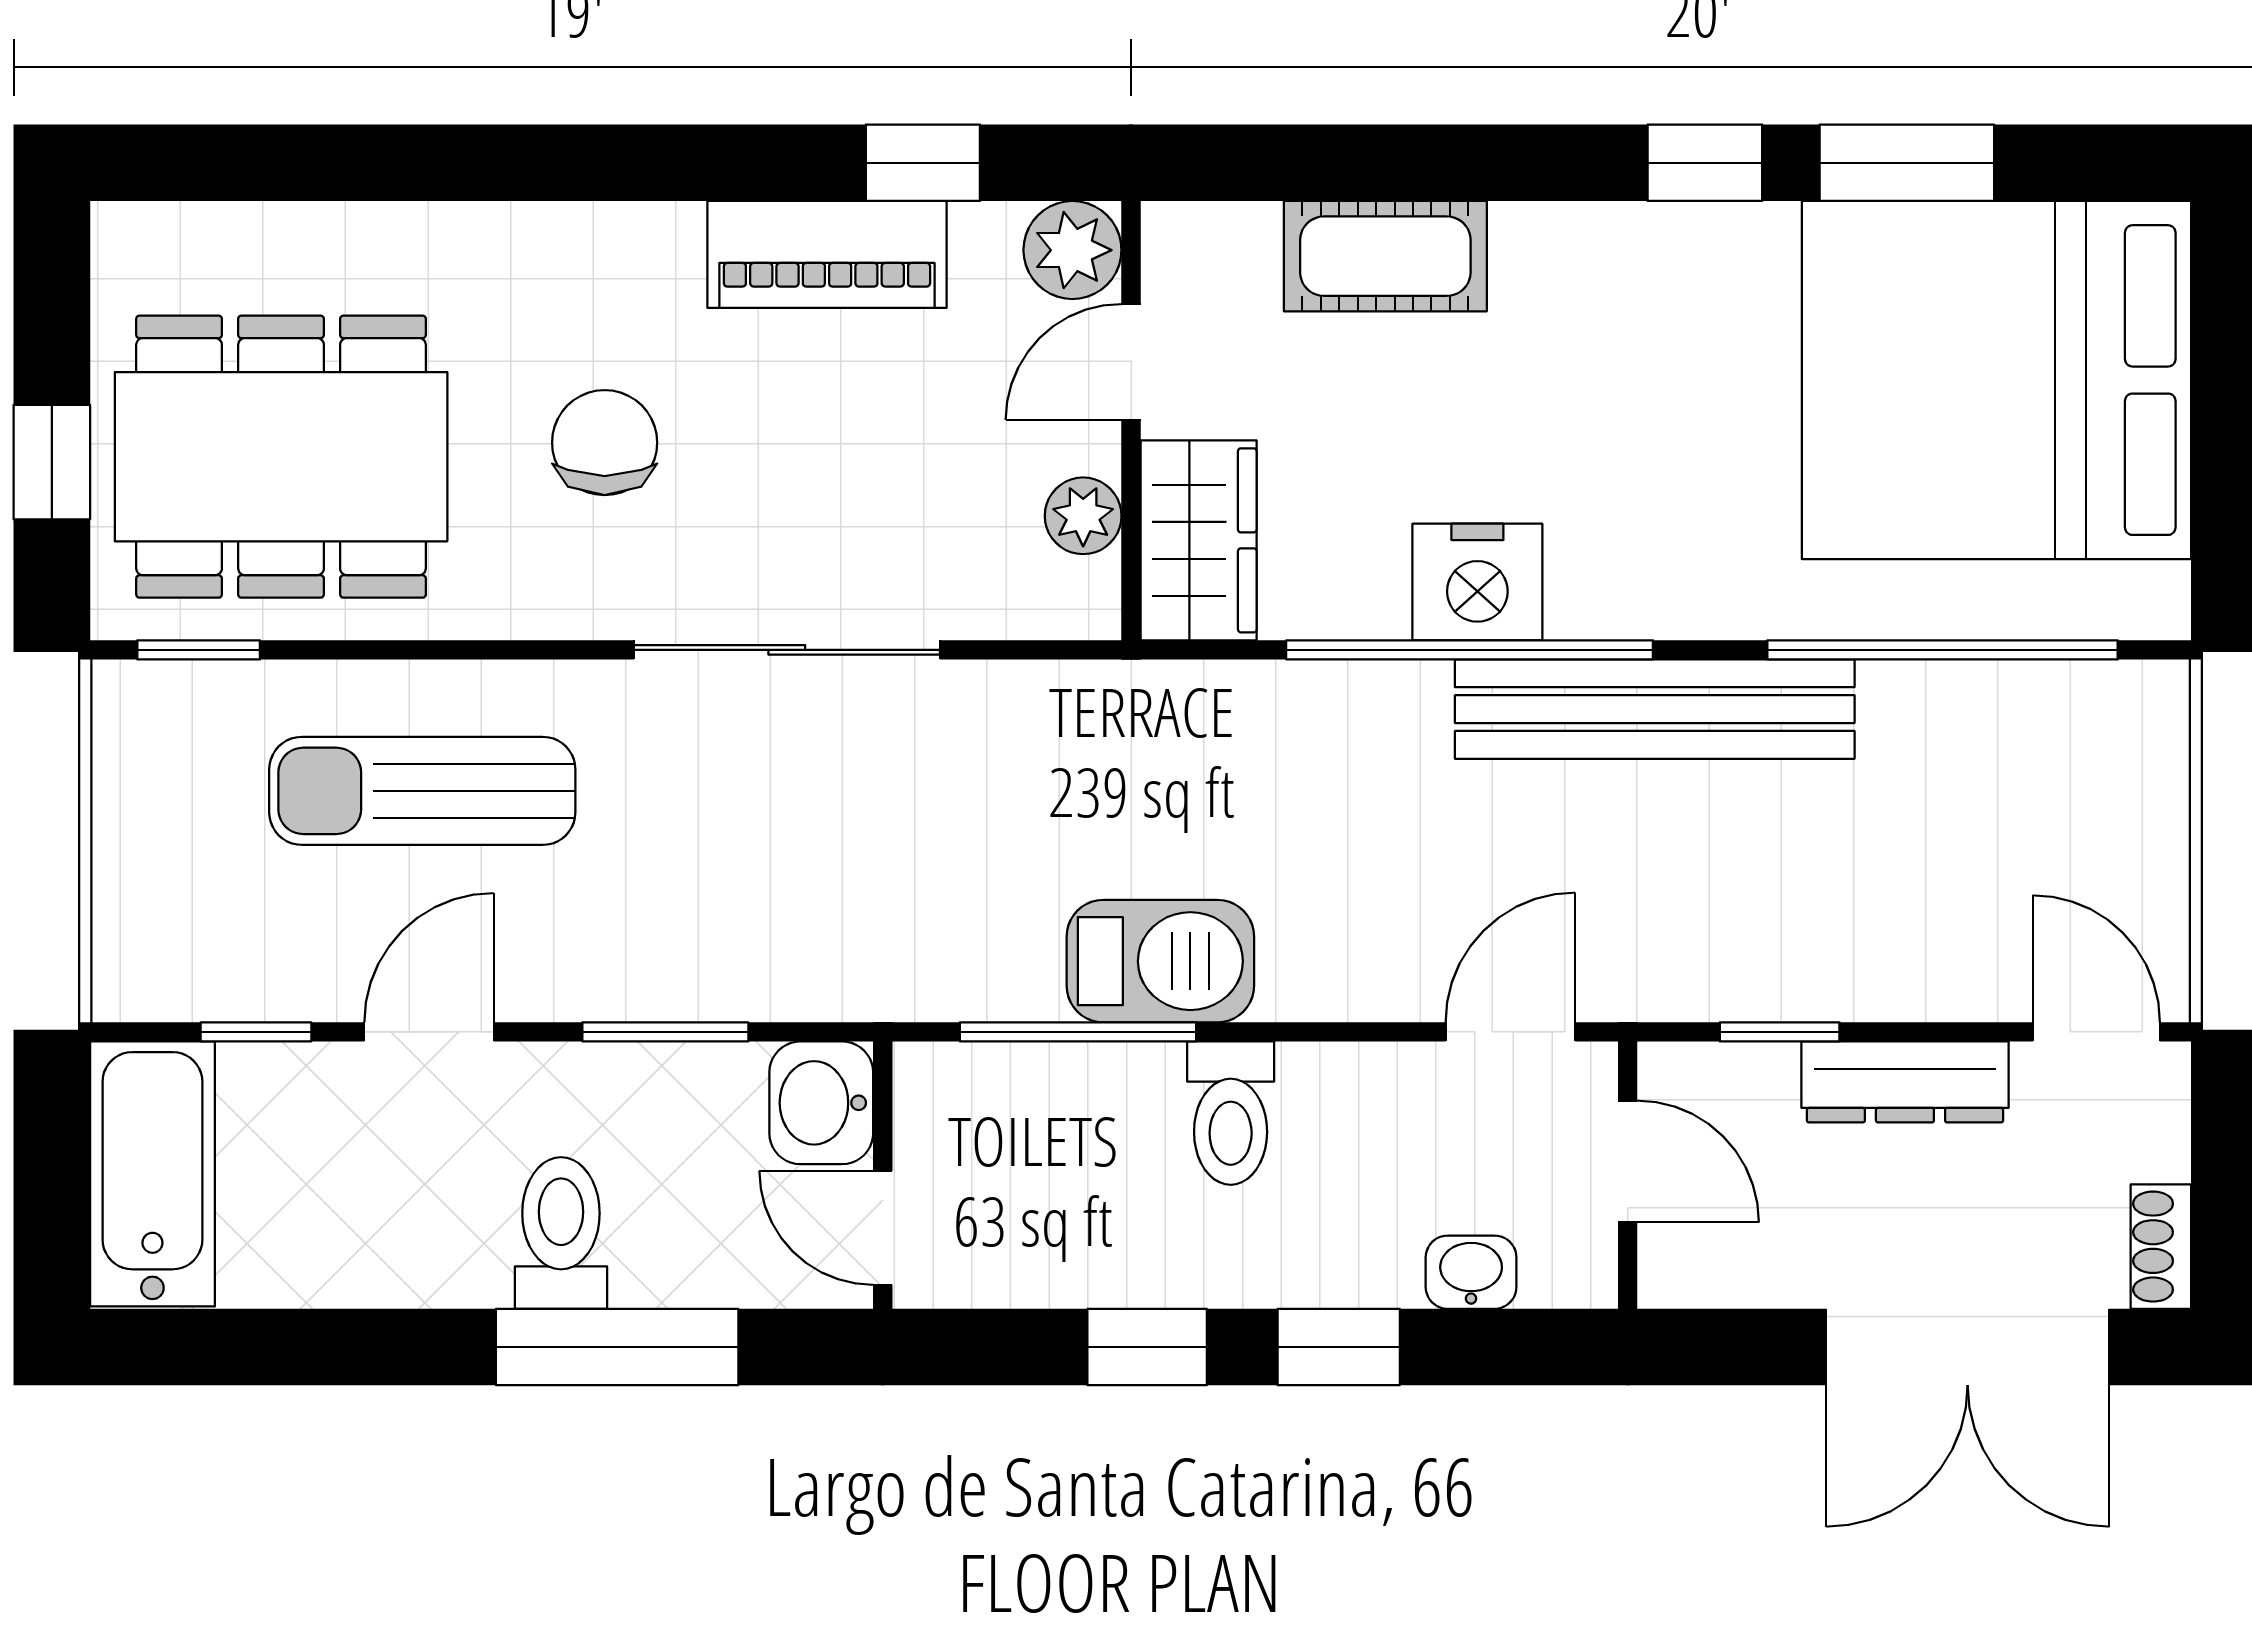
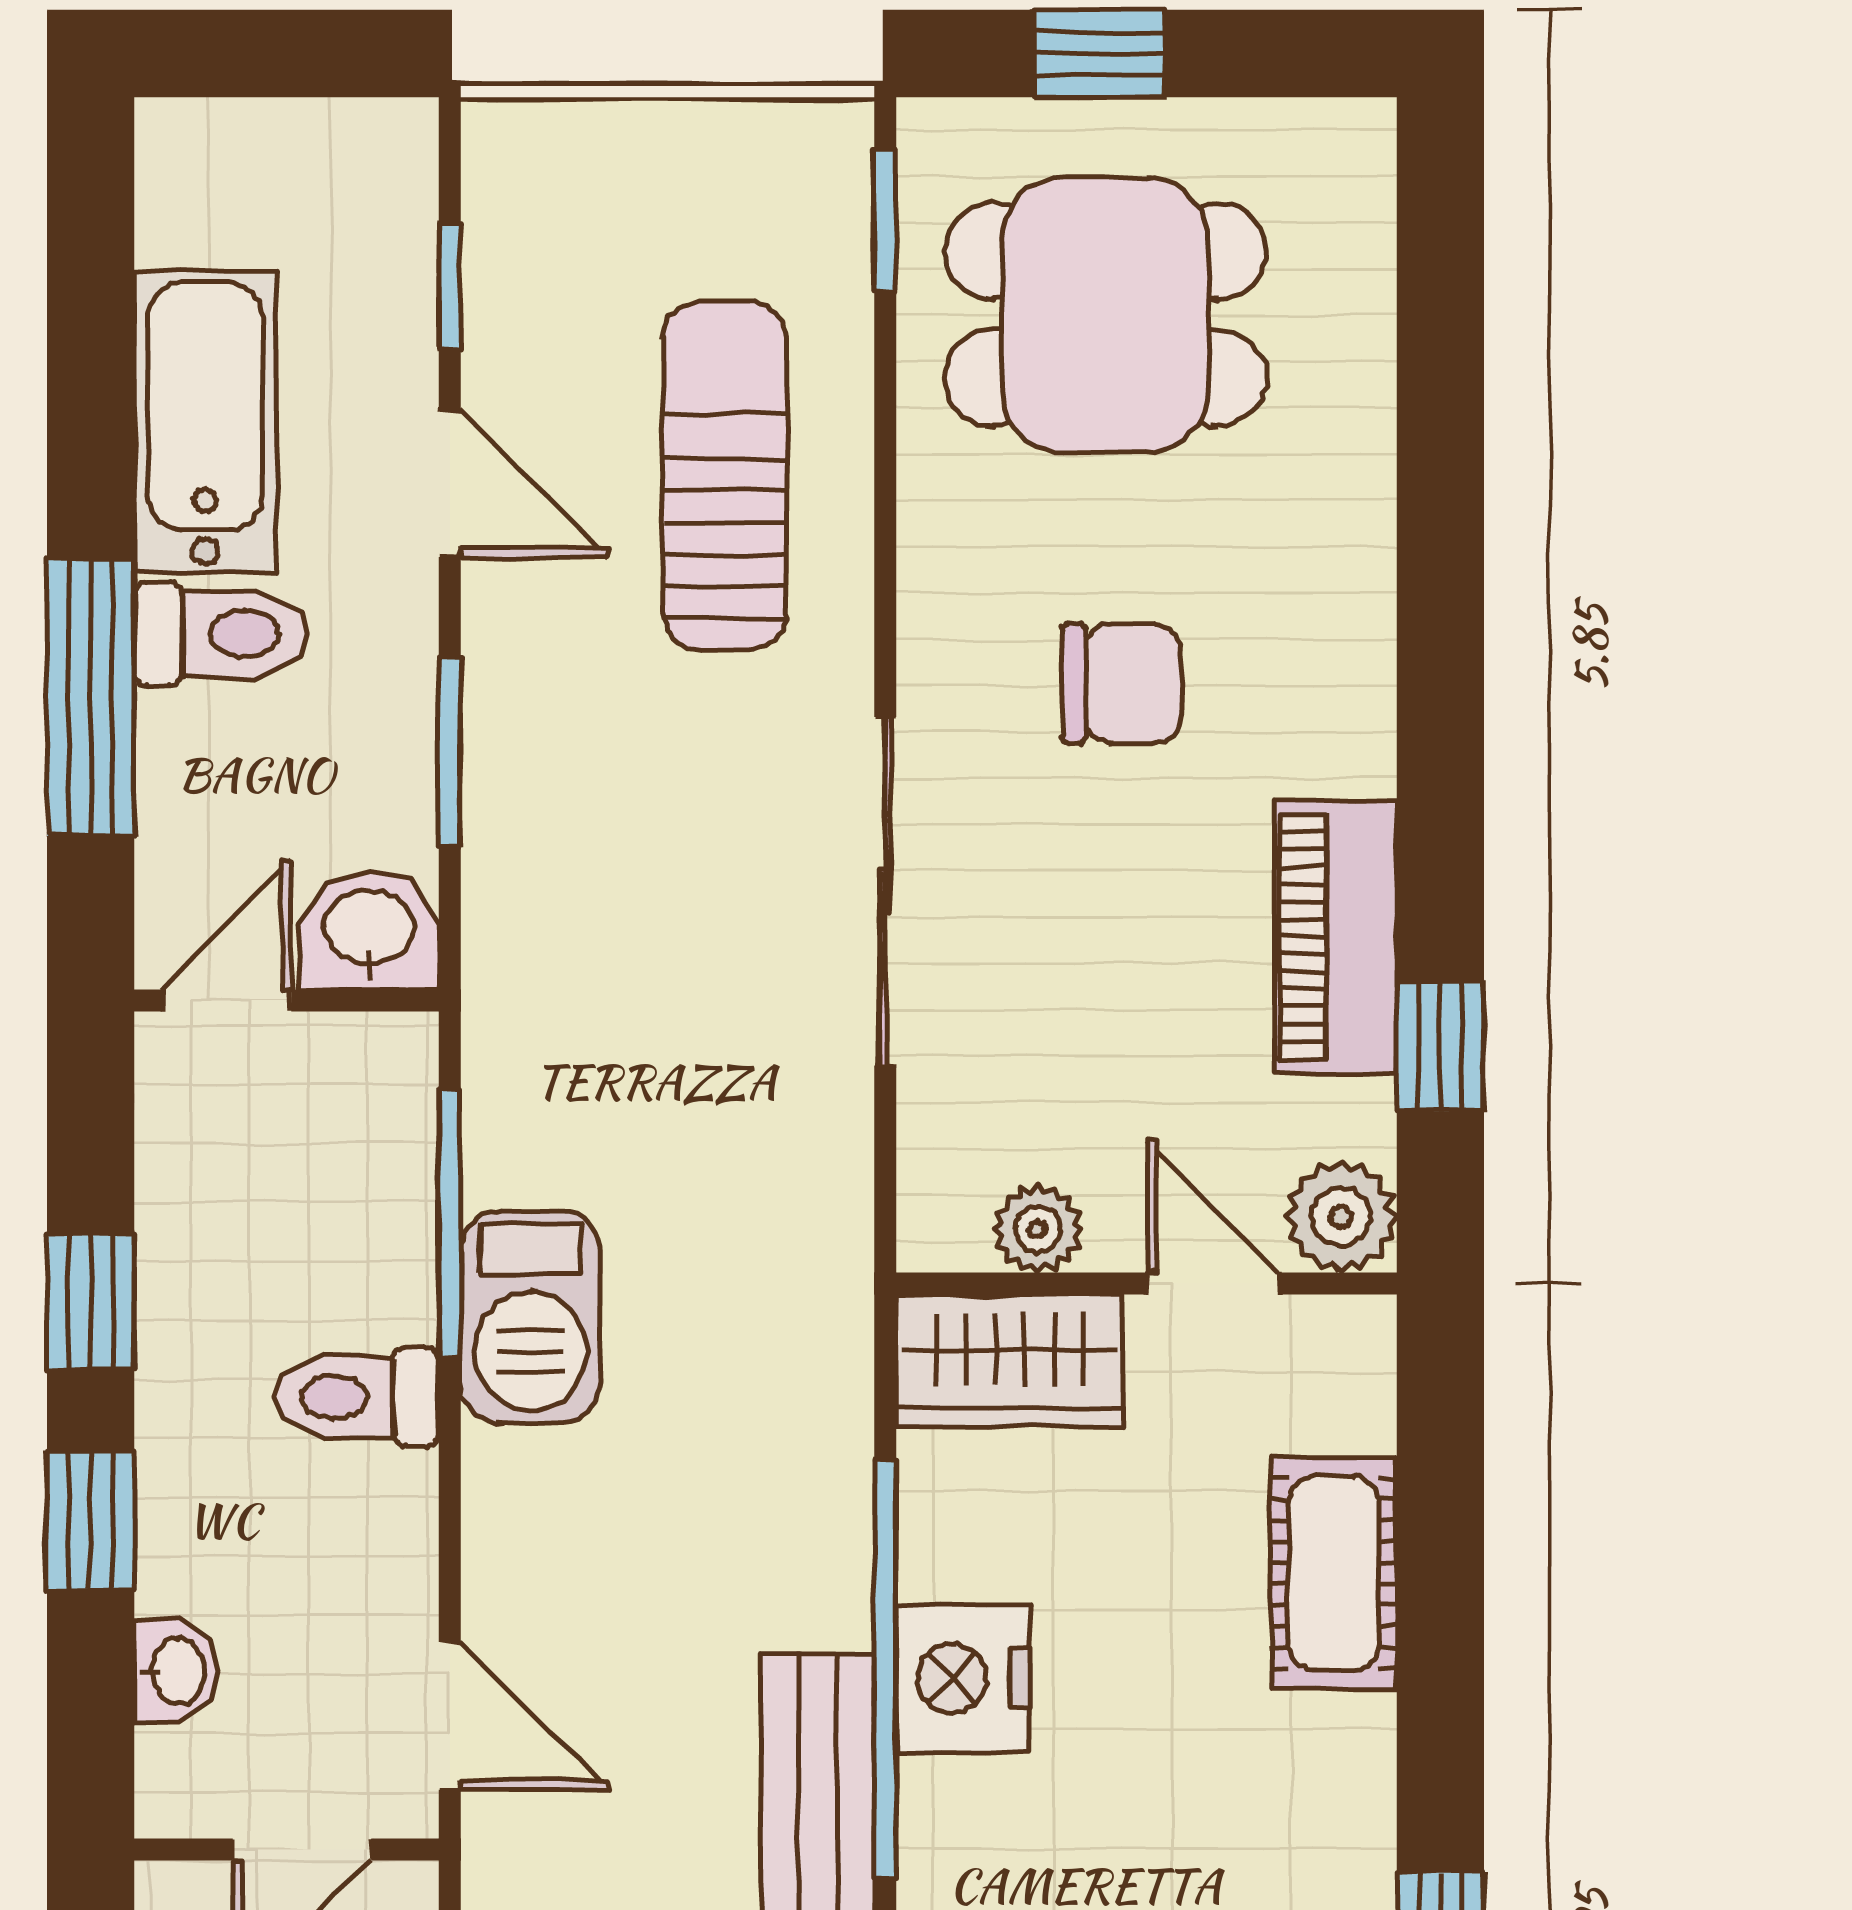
dining table: (281, 457) -> (1105, 315), width x0.73
bathtub: (152, 1174) -> (205, 422), moved, turned -90

